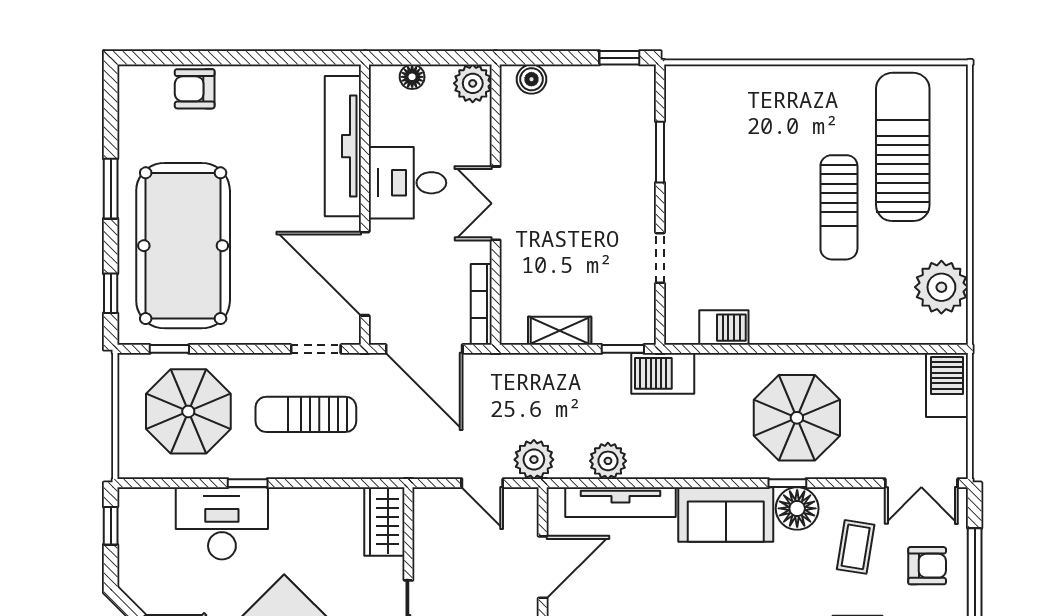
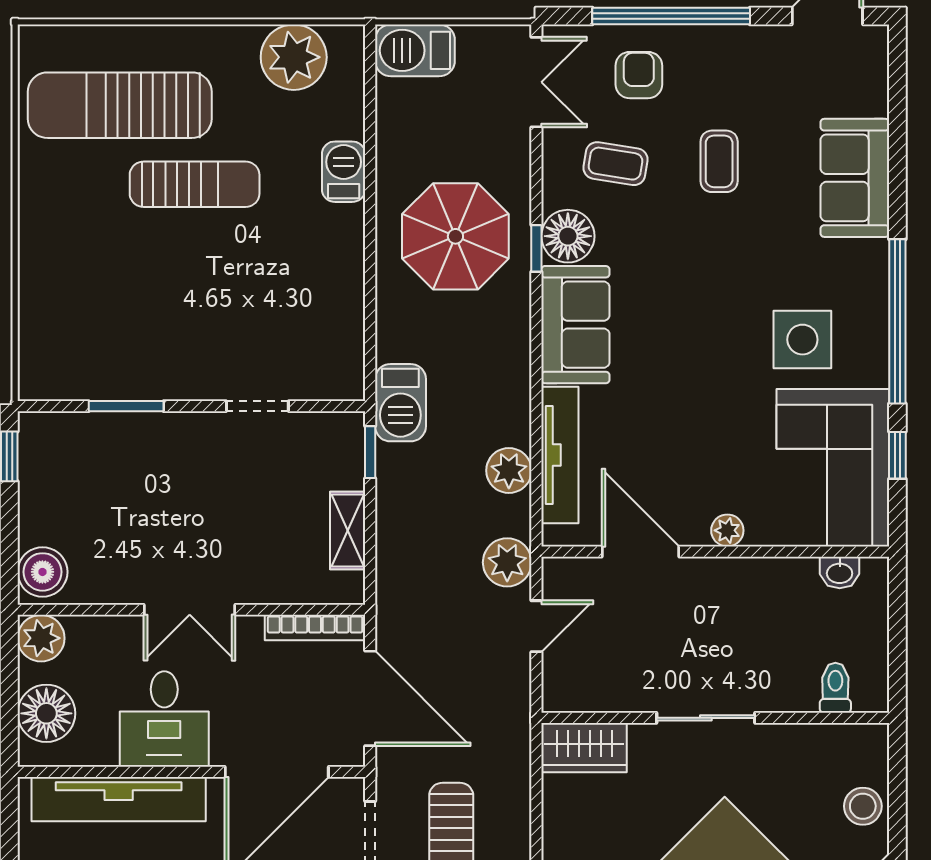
floor lamp: (412, 77) -> (46, 713), width x1.89, depth x1.89
boiler: (531, 79) -> (42, 572), width x1.36, depth x1.36
barbecue: (724, 328) -> (344, 172), moved
door: (424, 349) -> (370, 698), hinge flipped

